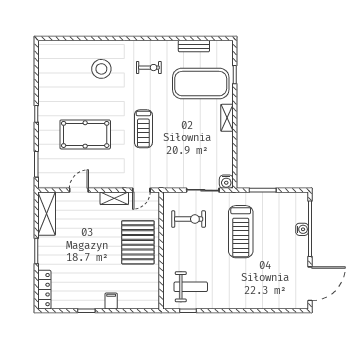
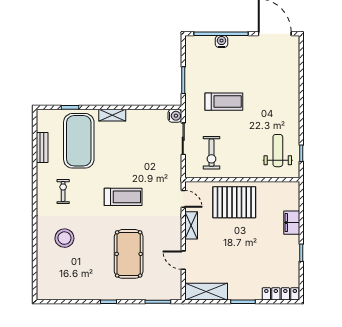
exercise bike: (189, 219) -> (211, 153), turned 180
treadmill: (241, 232) -> (224, 102), width x0.73, depth x0.73
filing cabinet: (111, 301) -> (292, 223), width x2.00

